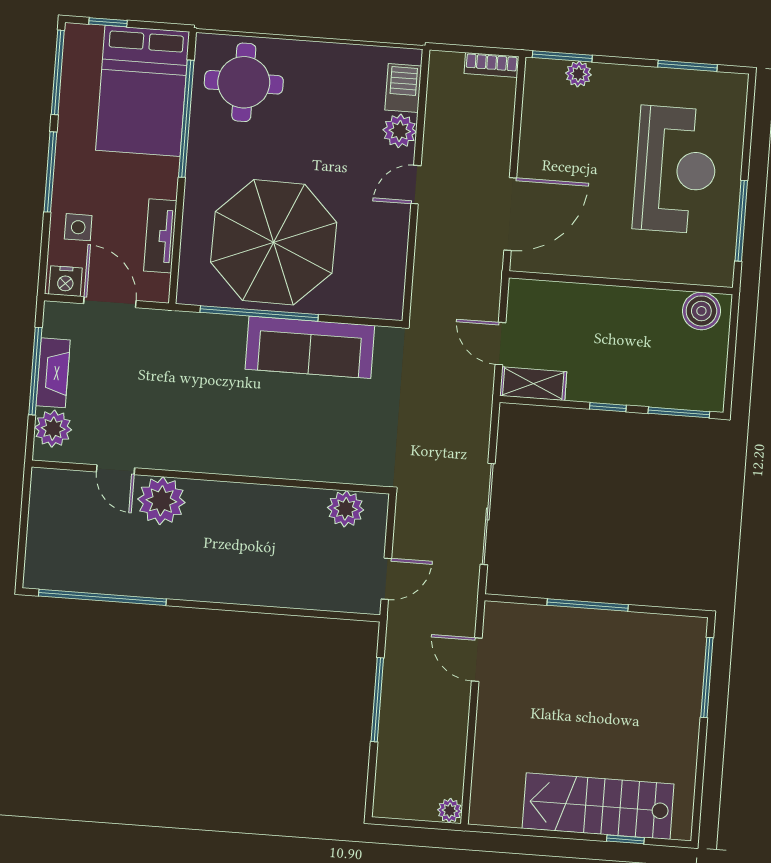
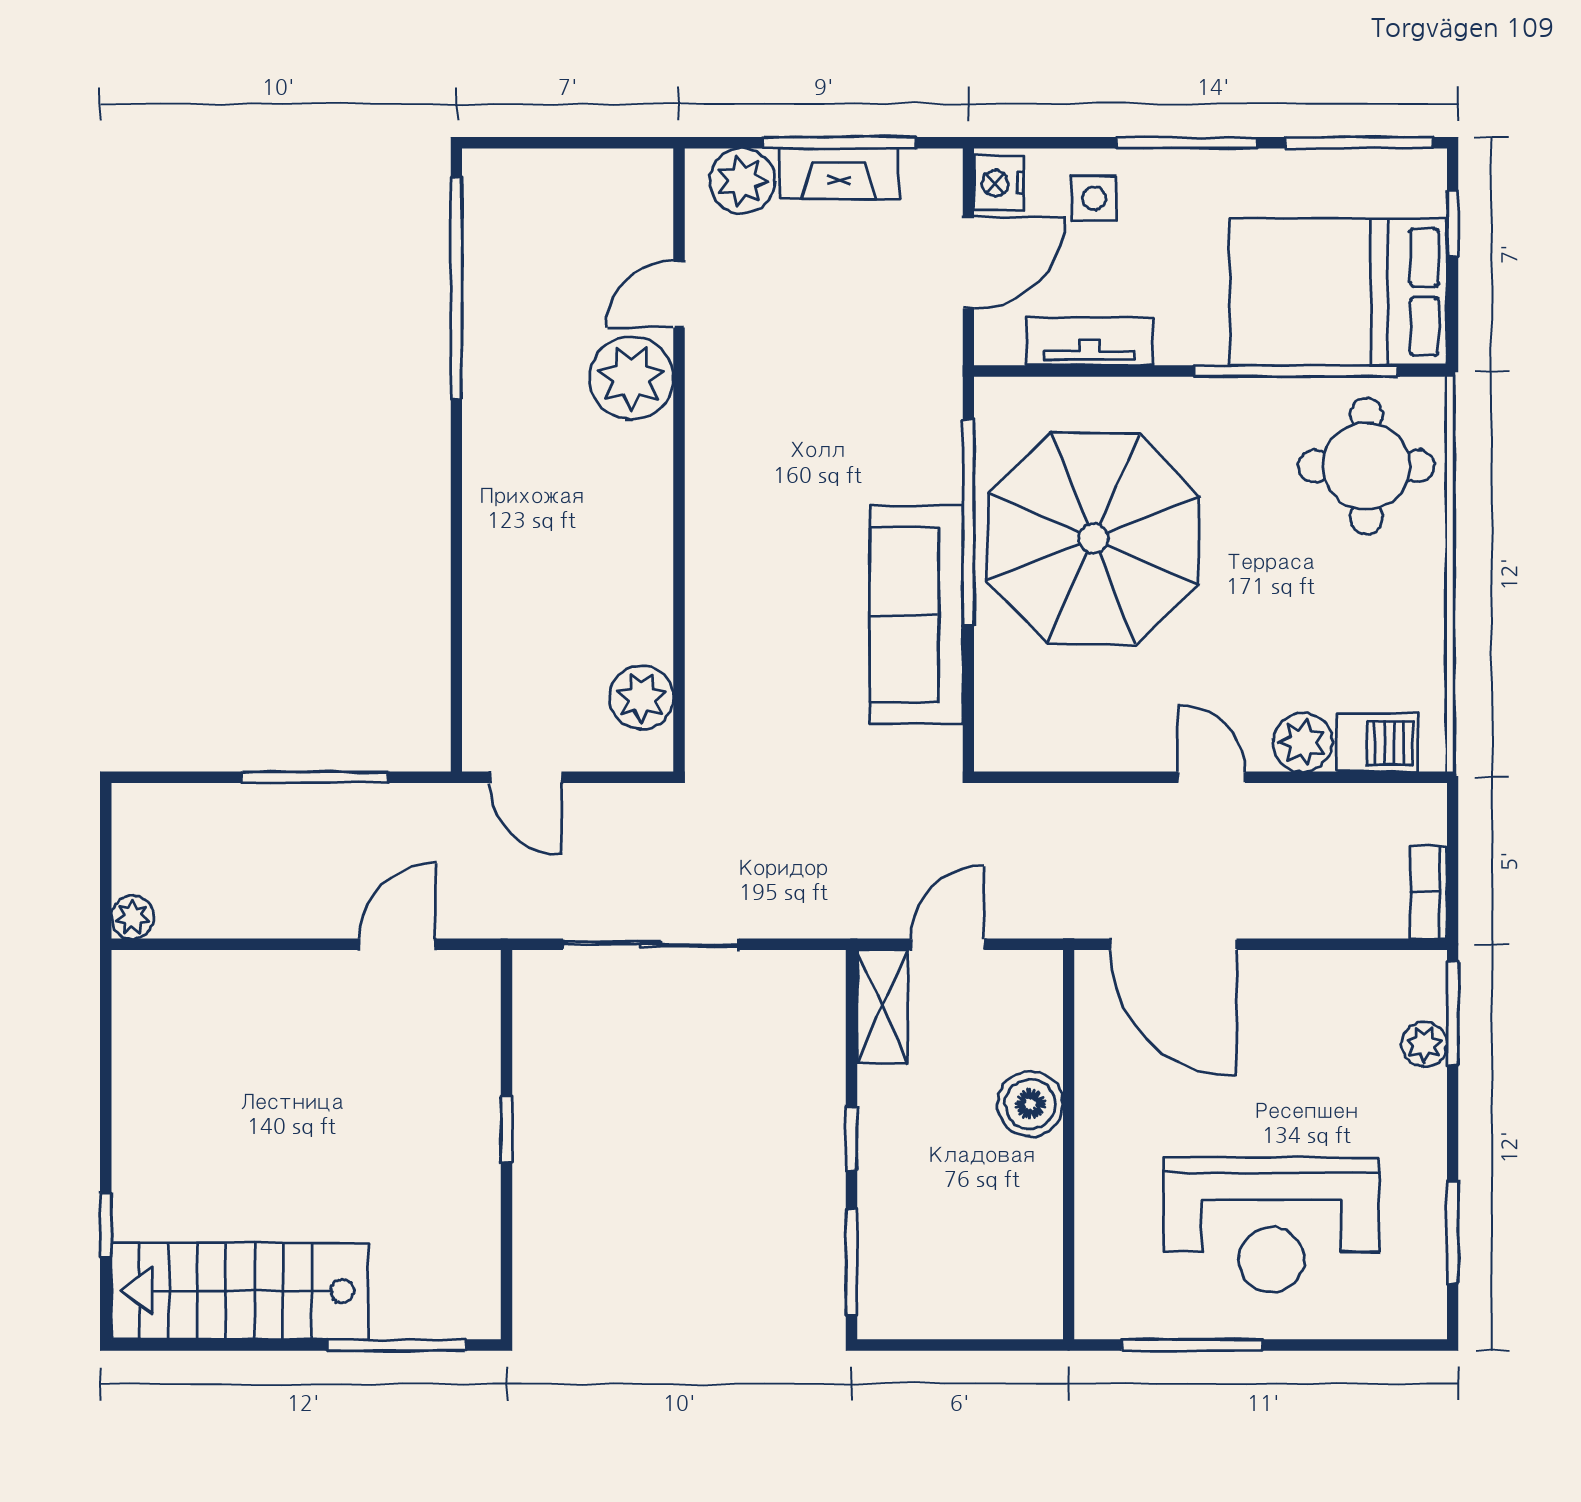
boiler: (701, 311) -> (1030, 1104), moved
window: (588, 605) -> (506, 1129), width x0.46
stairs: (598, 806) -> (240, 1291), moved, turned -90

